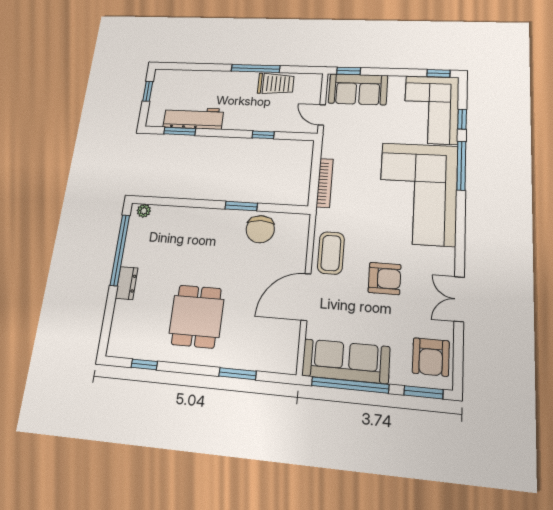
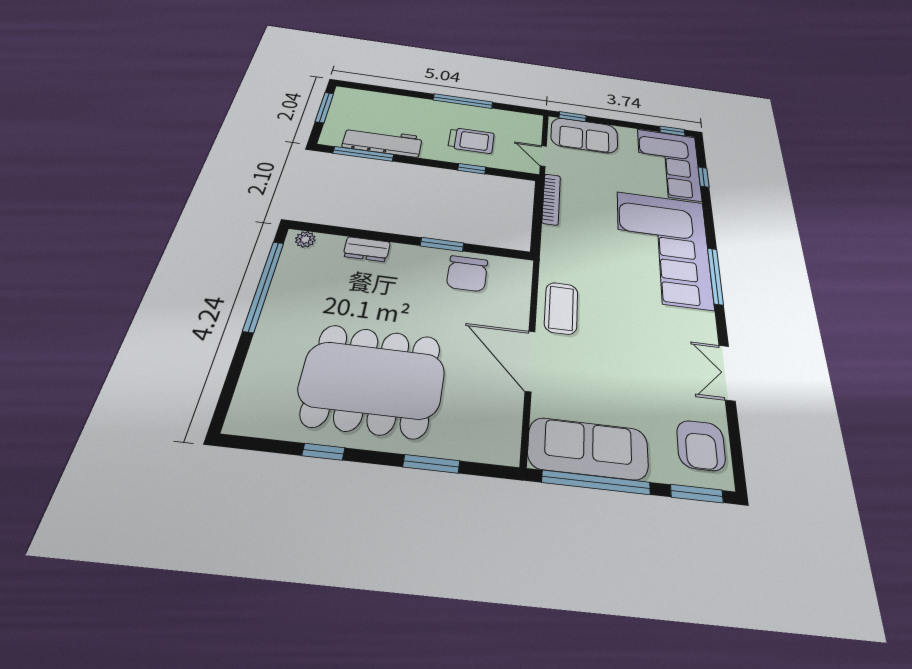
trolley: (276, 84) -> (471, 140), moved
window: (148, 91) -> (324, 108), width x1.50
window: (180, 131) -> (363, 154), width x1.44
window: (461, 166) -> (715, 276), moved
bookcase: (325, 183) -> (551, 199), moved
armchair: (385, 278) -> (632, 343), removed
dresser: (127, 283) -> (367, 249), moved, turned 90
door: (306, 297) -> (530, 361), hinge flipped
dining table: (197, 316) -> (372, 380), width x1.88, depth x1.24
window: (144, 364) -> (323, 452), moved

